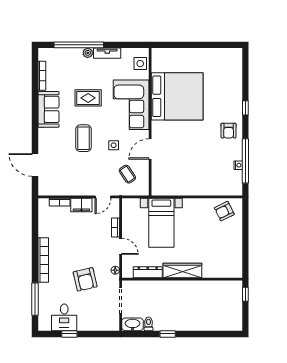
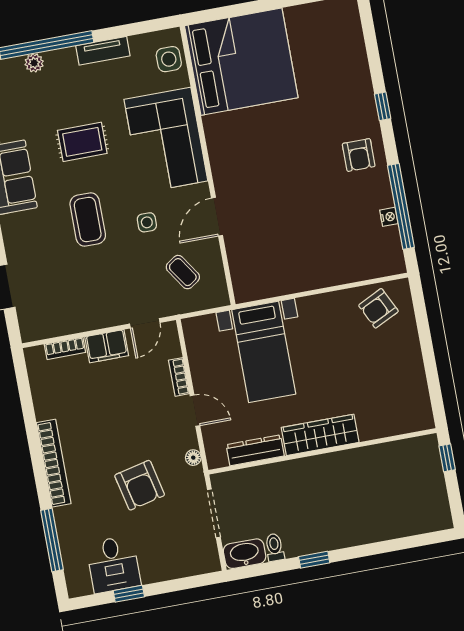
plant: (88, 53) -> (34, 63), moved
bed: (177, 96) -> (241, 62), moved

